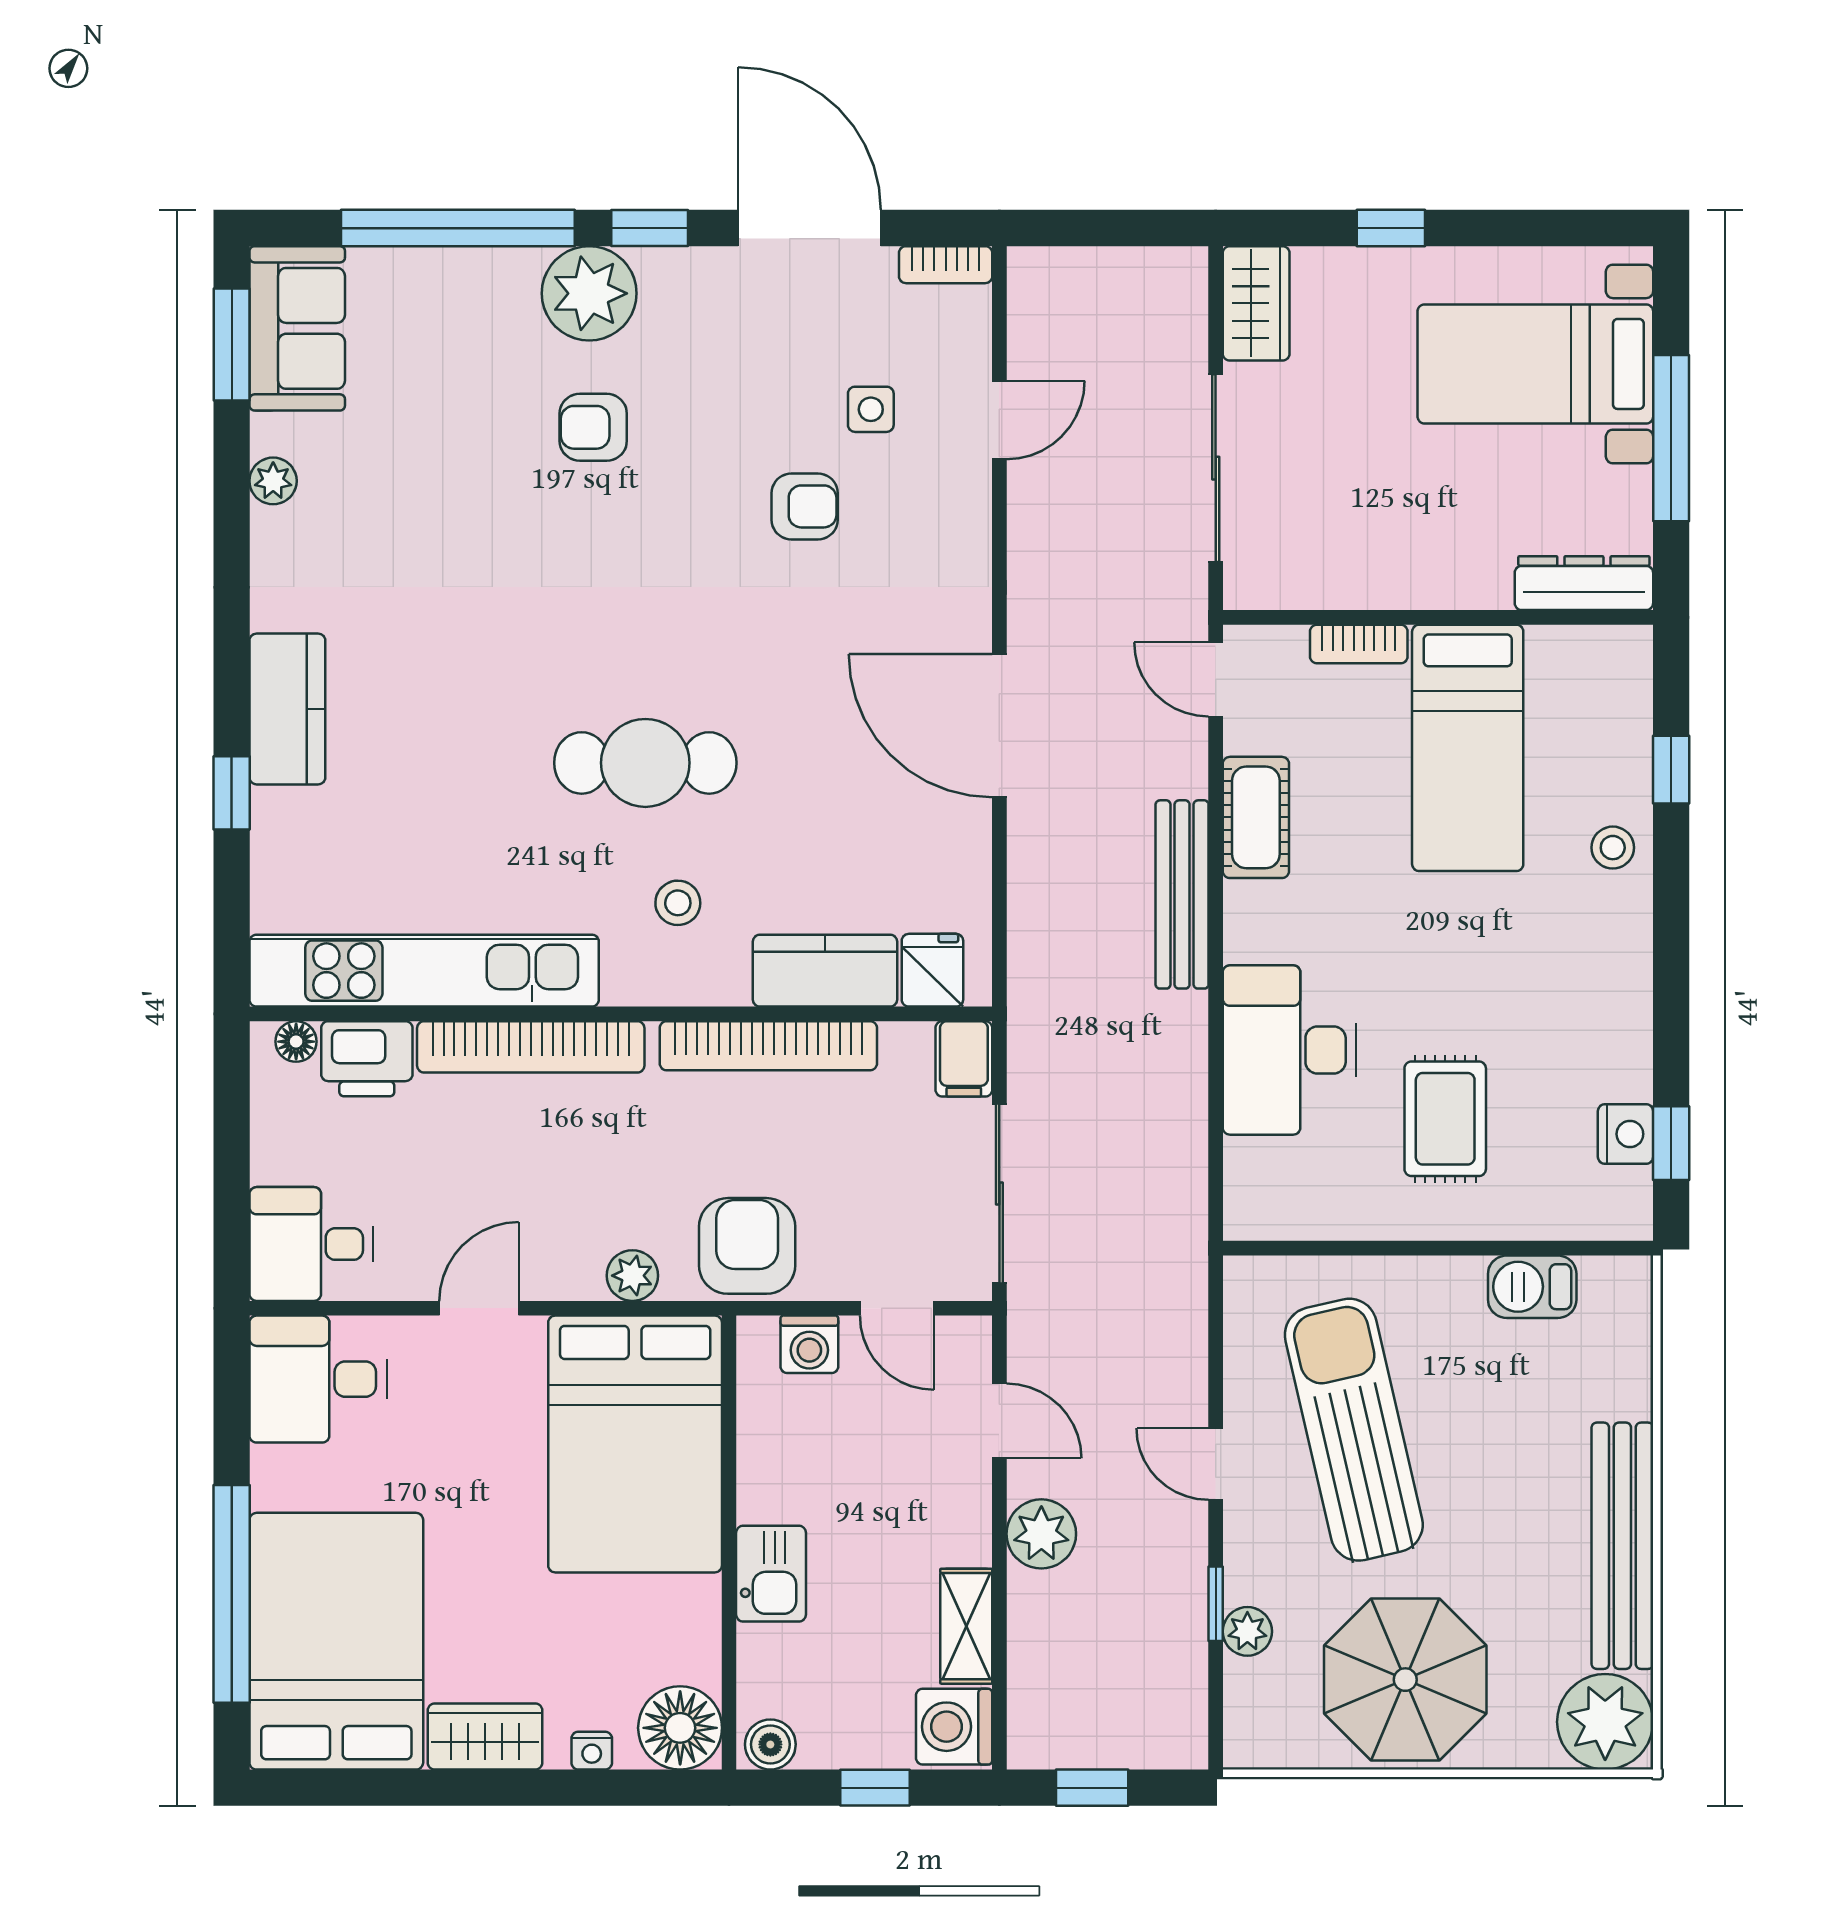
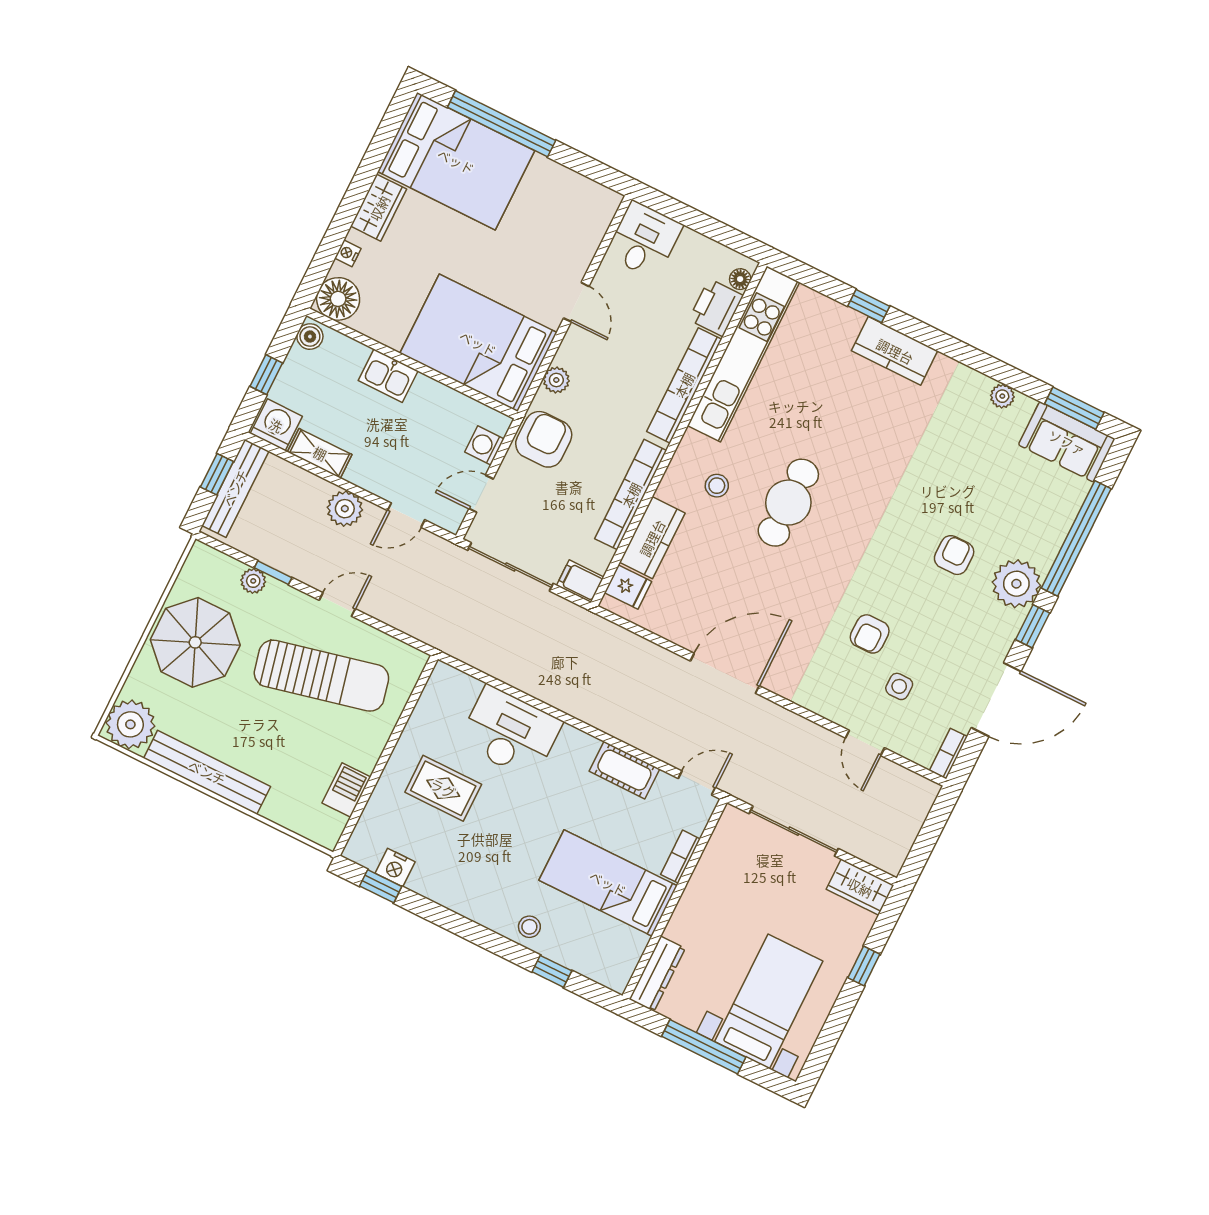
bench: (1182, 894) -> (235, 488), moved, turned 90
armchair: (747, 1246) -> (544, 439), turned -90
desk: (318, 1379) -> (580, 212), removed

